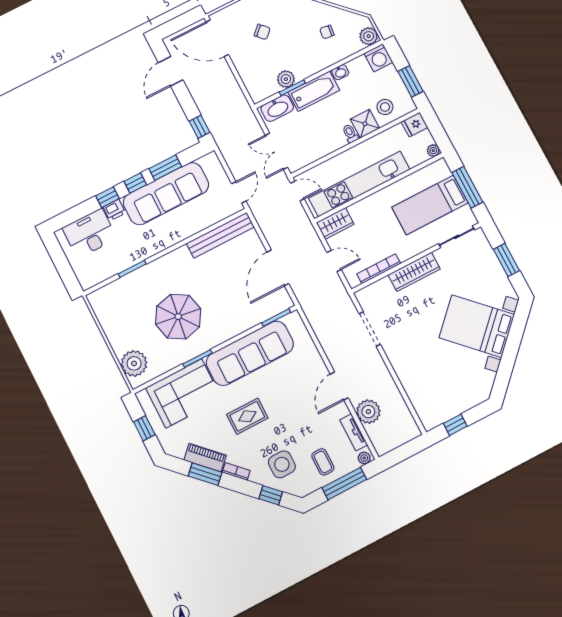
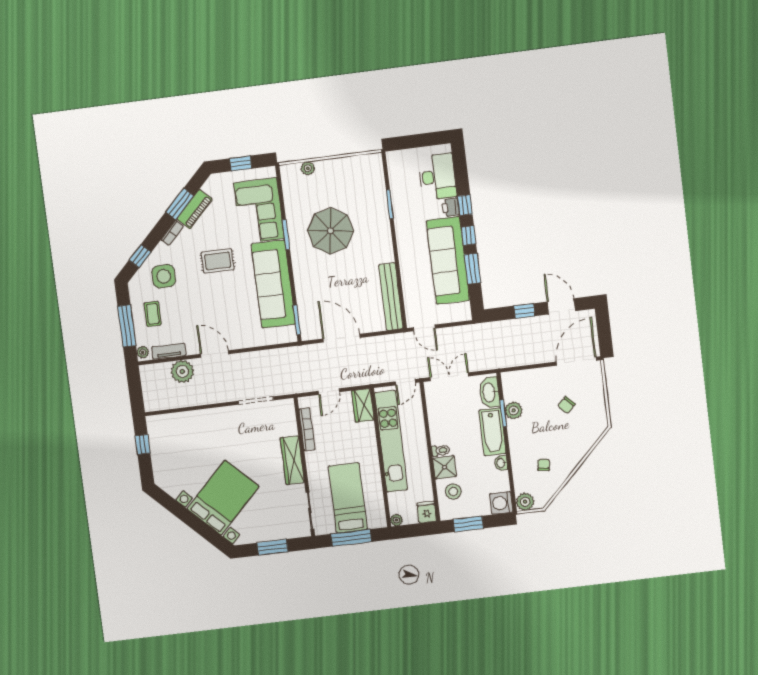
window: (199, 127) -> (524, 311), moved
plant: (134, 363) -> (308, 168), width x0.53, depth x0.53
rug: (247, 416) -> (218, 261), turned 90
coffee table: (323, 462) -> (153, 314), turned 90

